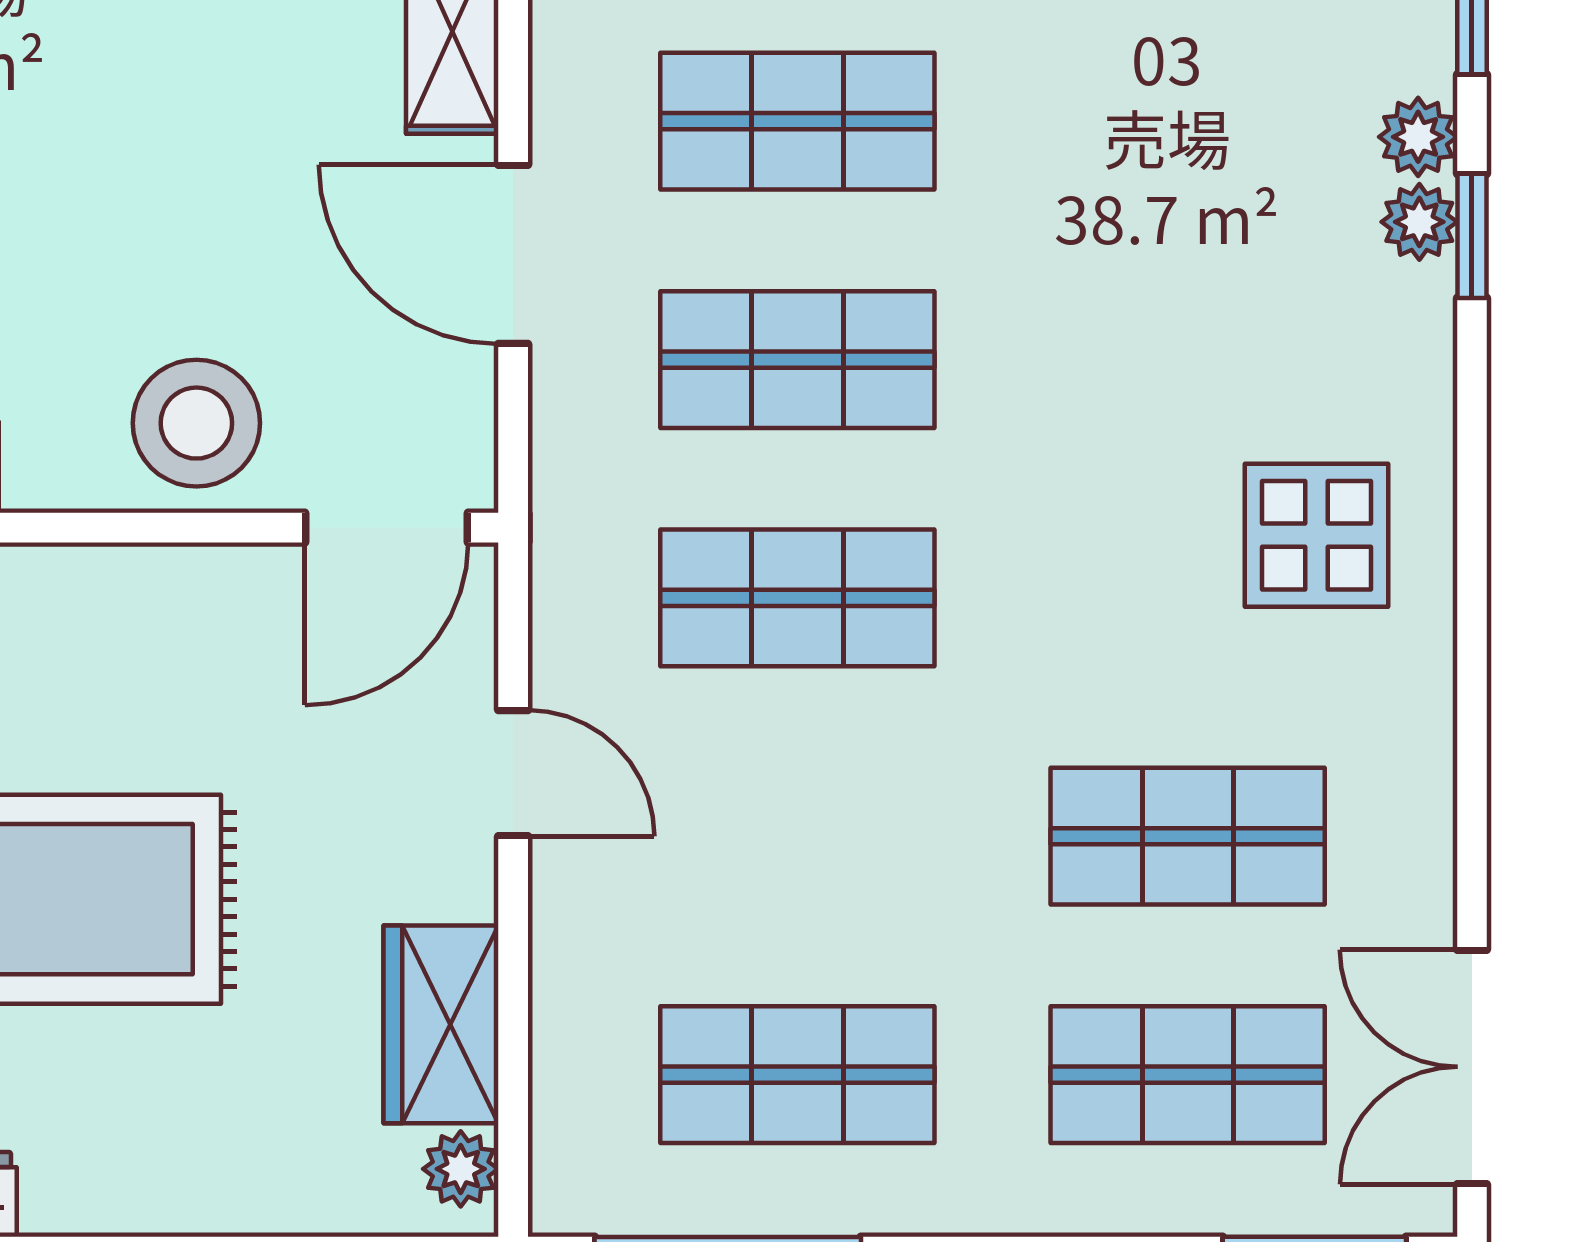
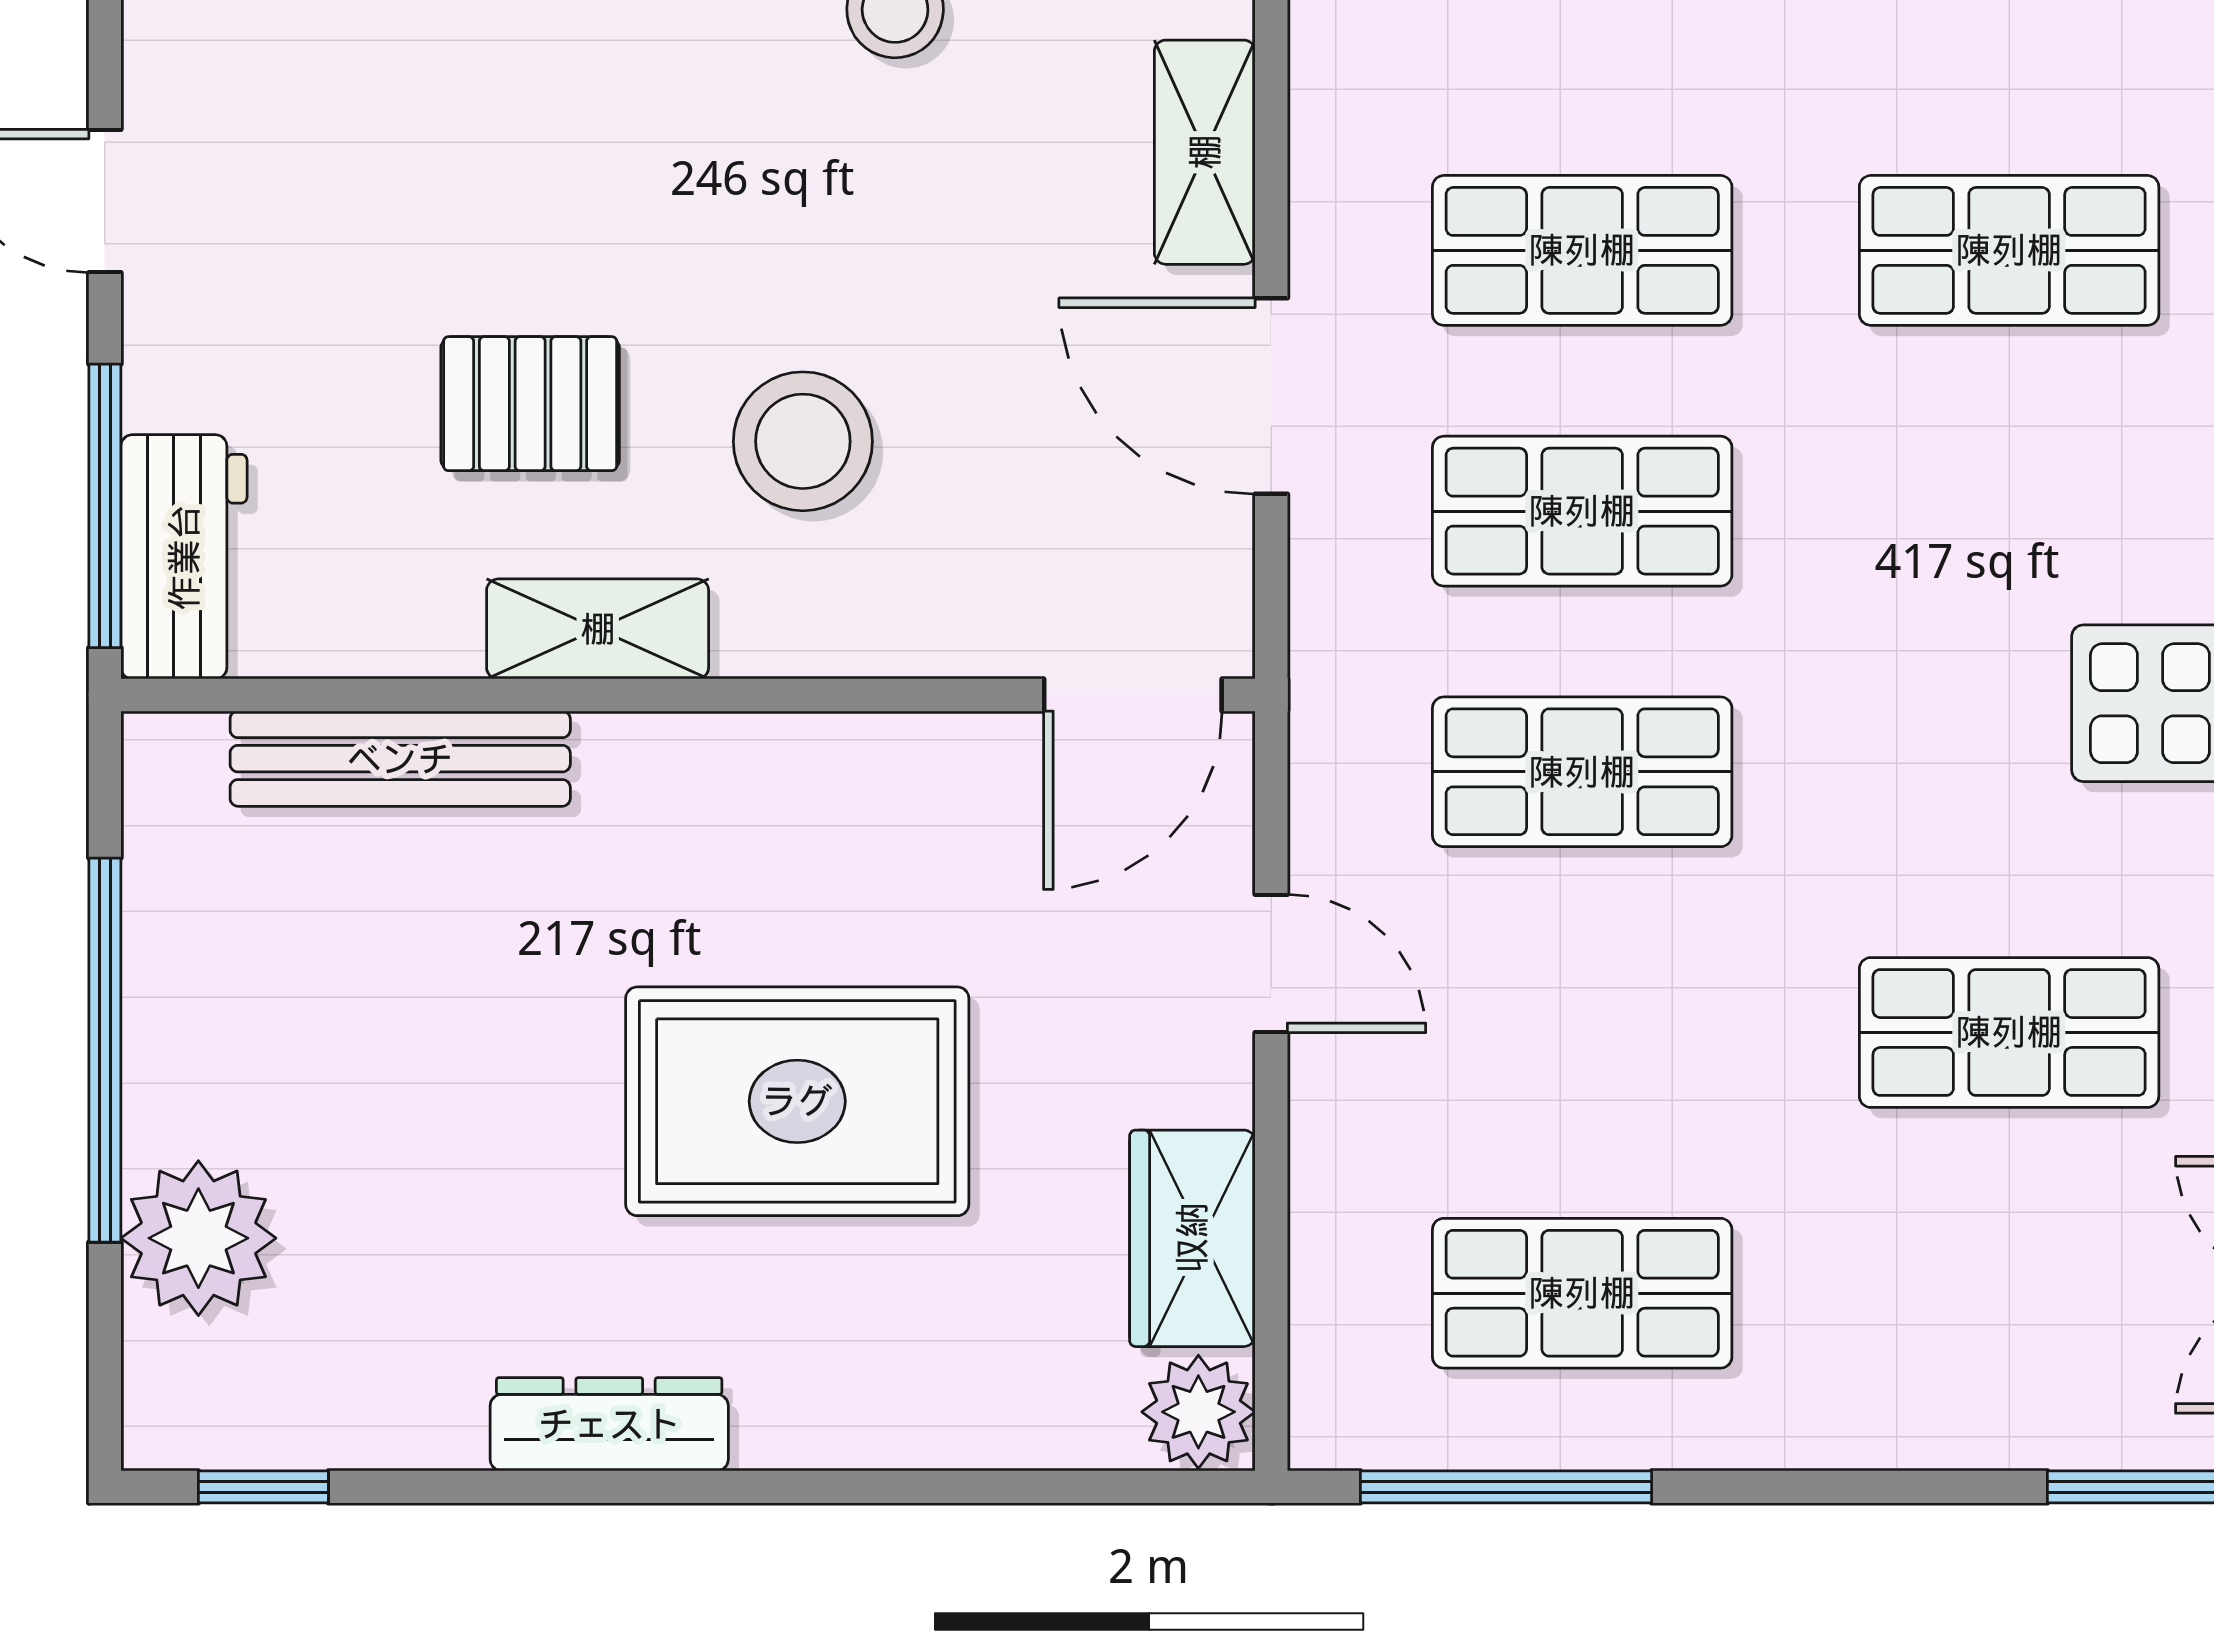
stool: (196, 423) -> (803, 441), moved
shop shelf: (1188, 1075) -> (2009, 250), moved
plant: (461, 1169) -> (1198, 1412), width x1.38, depth x1.38

